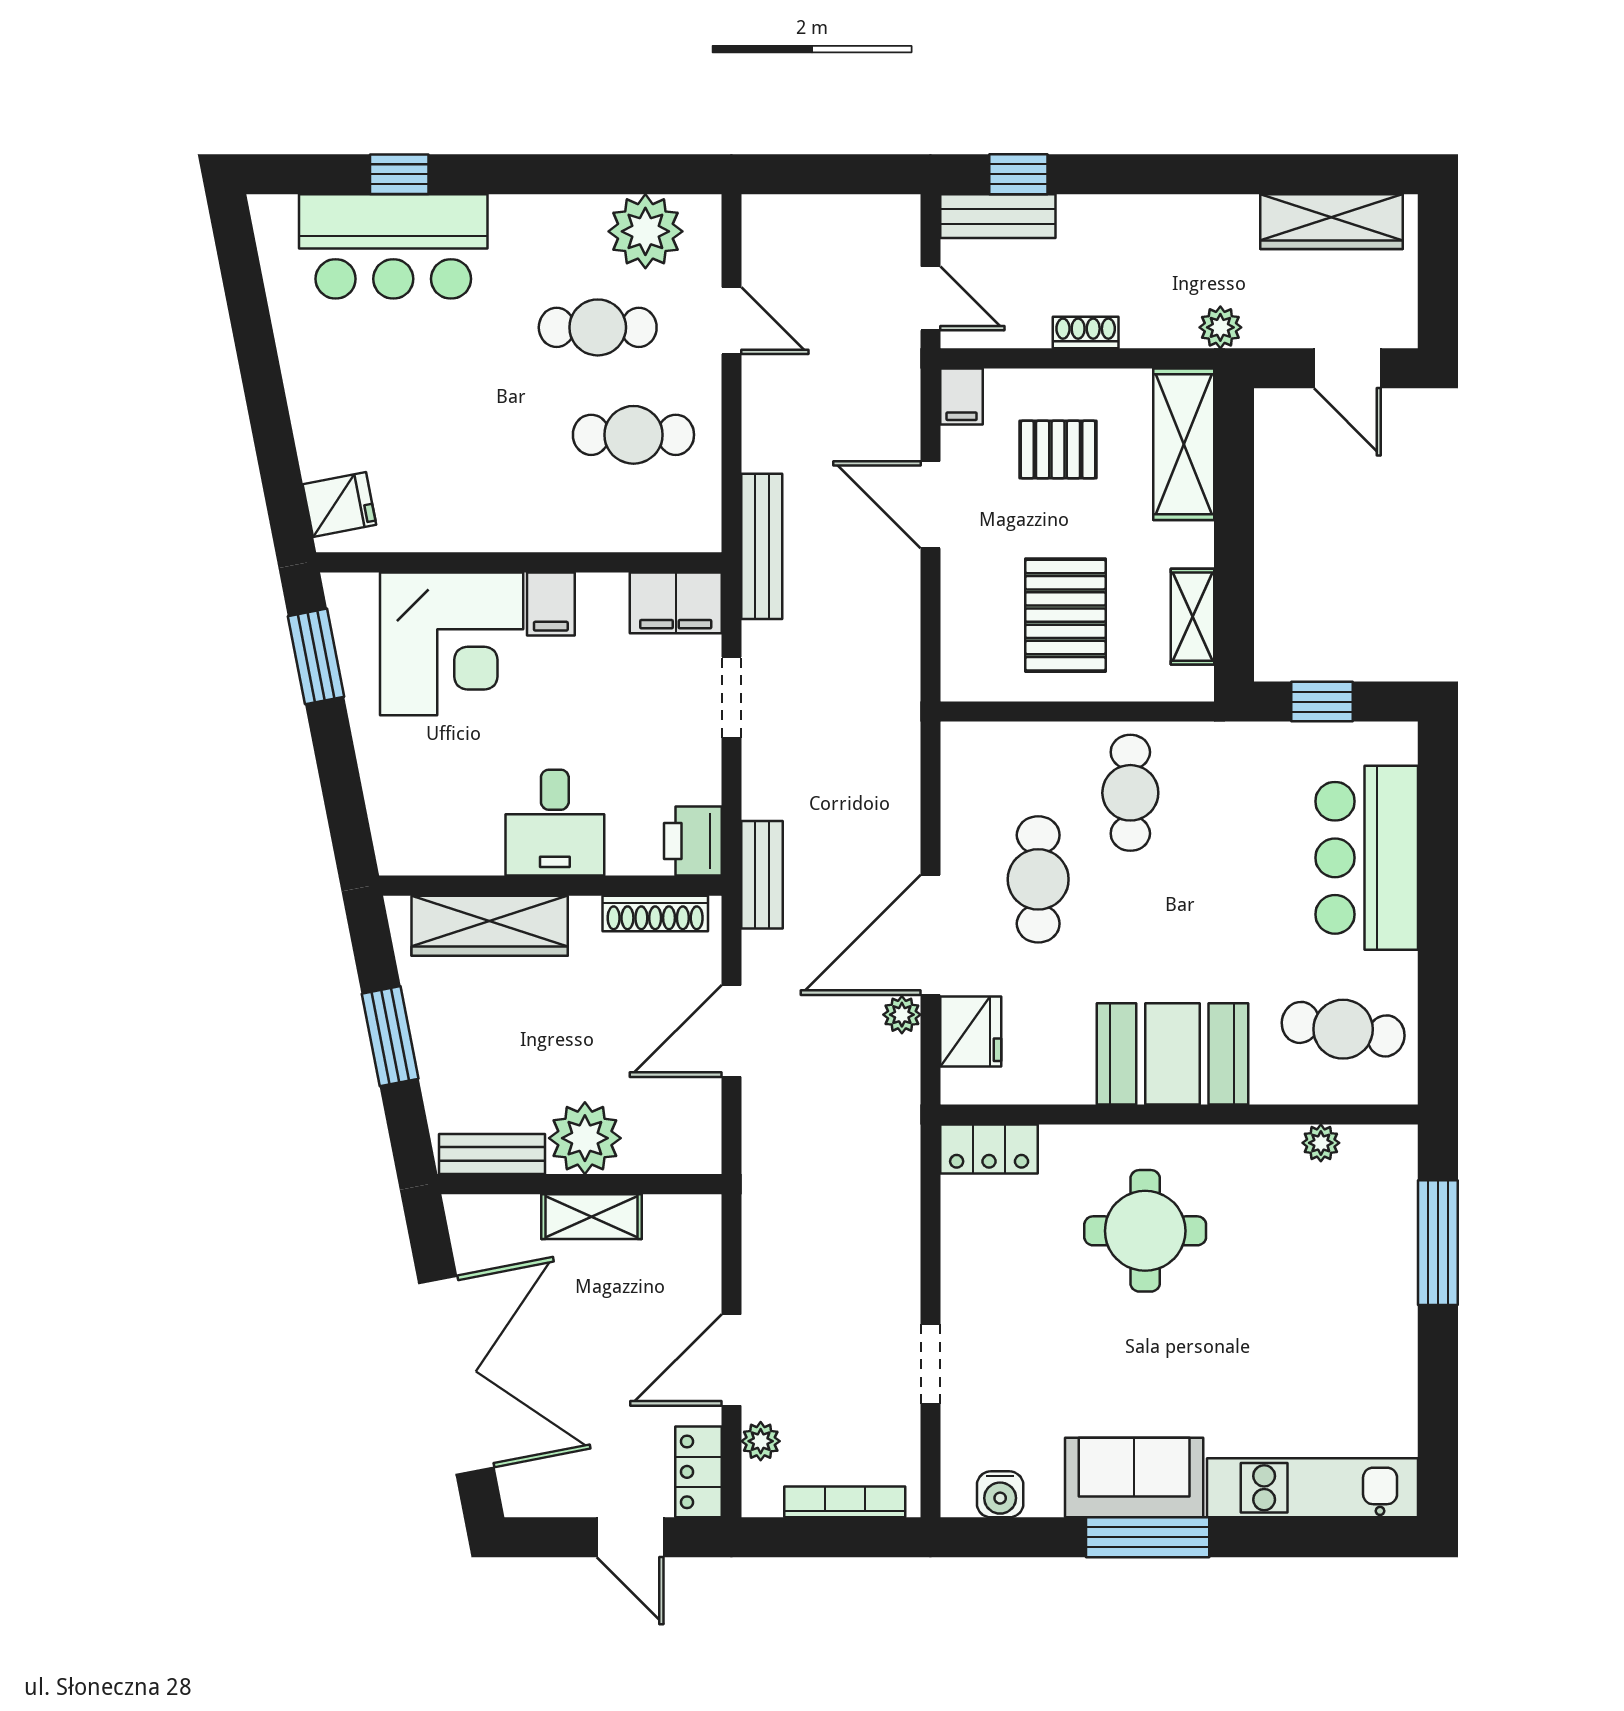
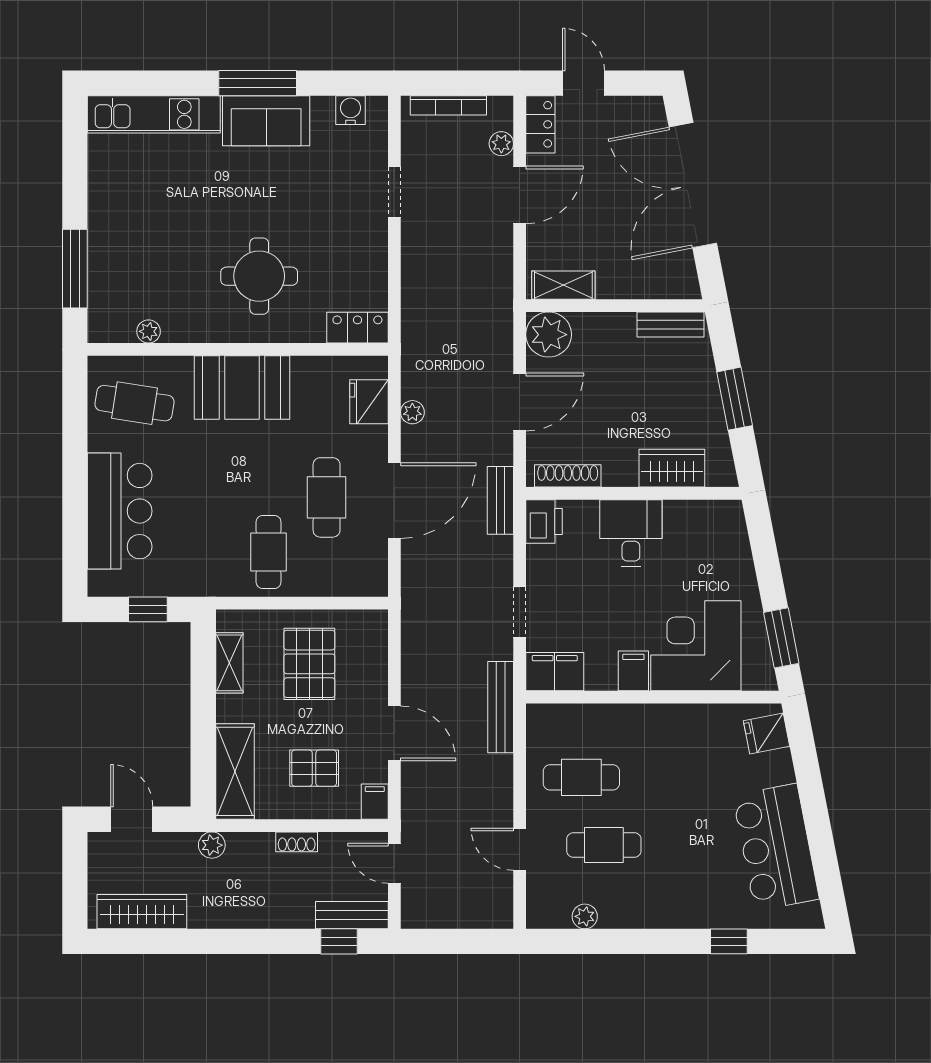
plant: (645, 231) -> (585, 916), width x0.53, depth x0.53
bar counter: (393, 246) -> (776, 847), moved, turned -101
wardrobe: (490, 926) -> (672, 468), width x0.67
door: (930, 935) -> (394, 501), moved
plant: (585, 1138) -> (549, 335), moved
shelving: (591, 1217) -> (563, 285), moved

